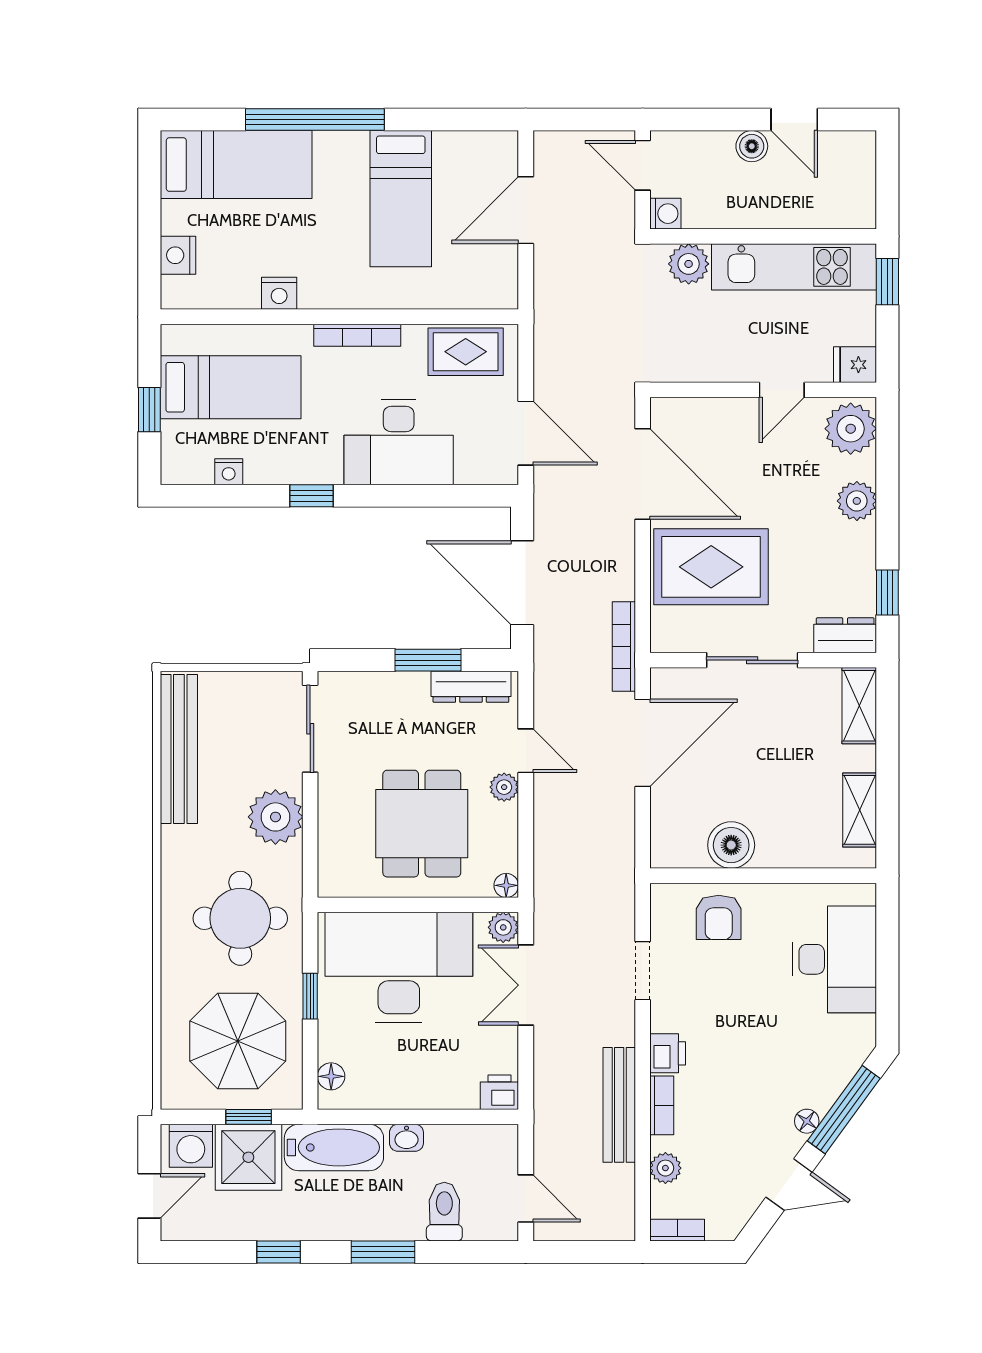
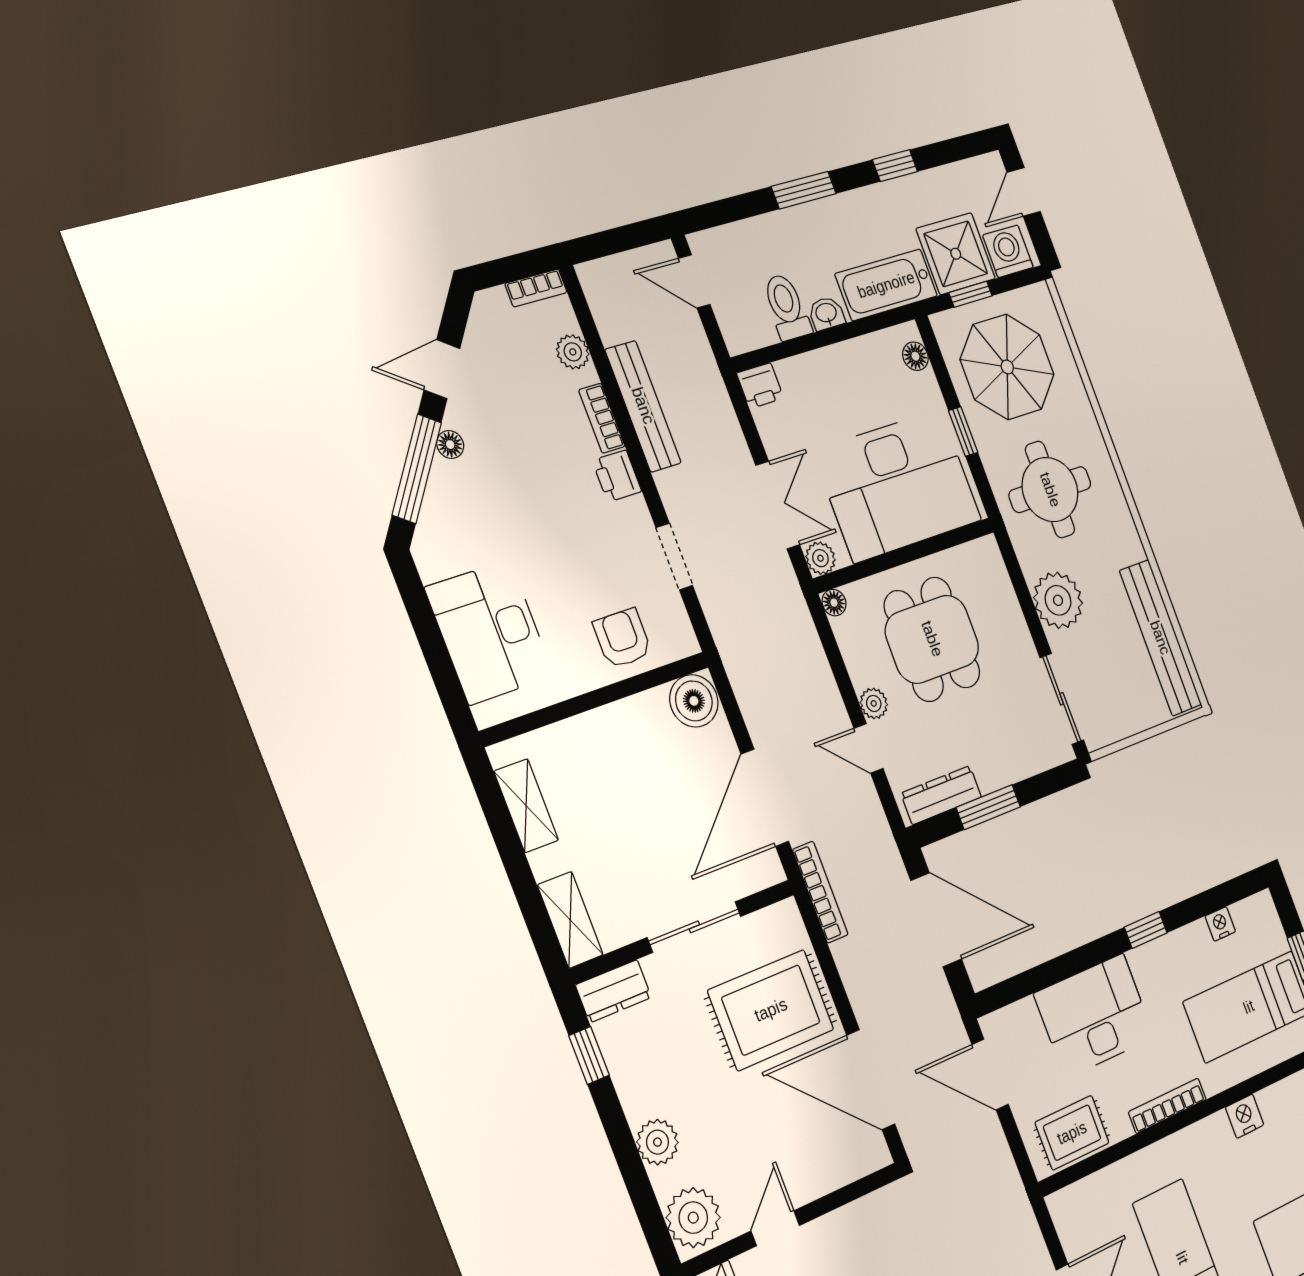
boiler: (731, 845) -> (694, 701), moved
toilet: (444, 1212) -> (787, 307), moved, turned 180

